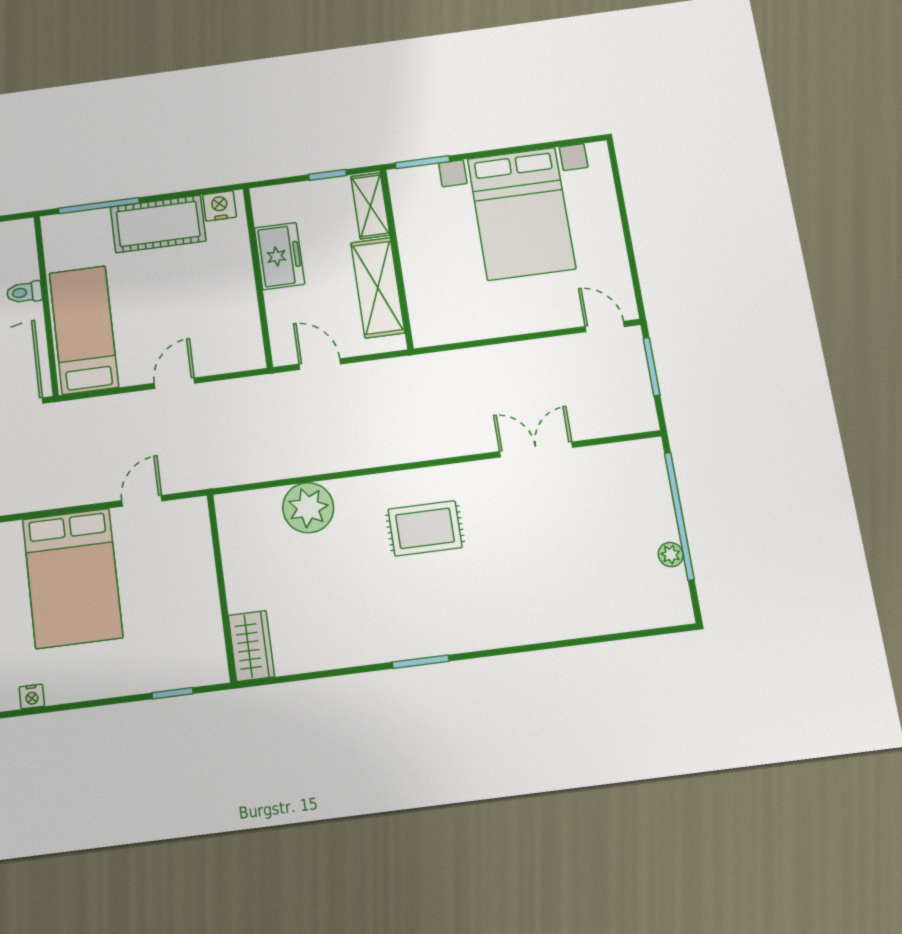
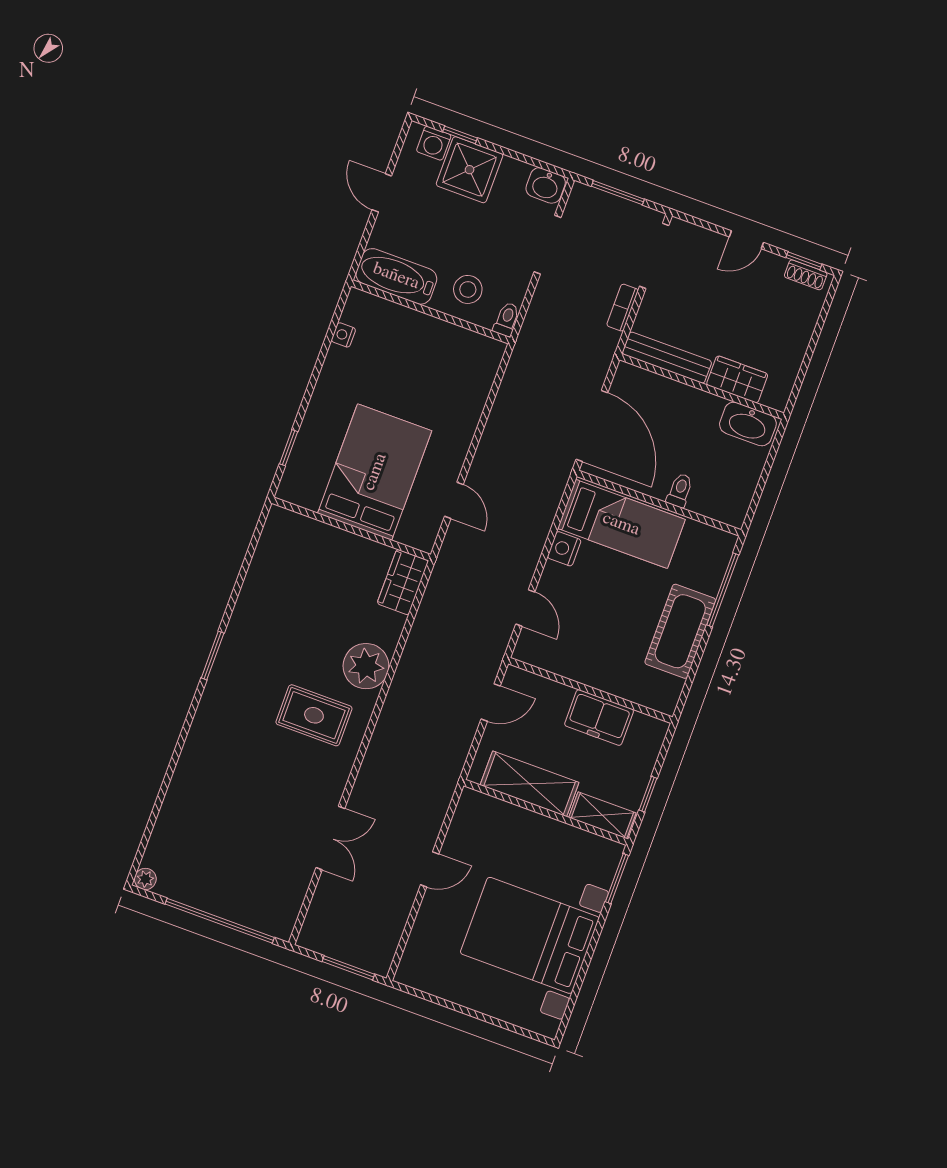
nightstand: (220, 206) -> (564, 549), moved, turned 180
door: (605, 327) -> (430, 869), moved
door: (175, 383) -> (525, 608), moved
plant: (308, 508) -> (366, 666), moved
rug: (425, 528) -> (314, 715), turned 90
plant: (671, 555) -> (145, 879), moved
bed: (73, 578) -> (375, 472), moved, turned 90
wardrobe: (251, 646) -> (403, 582), moved, turned 90

